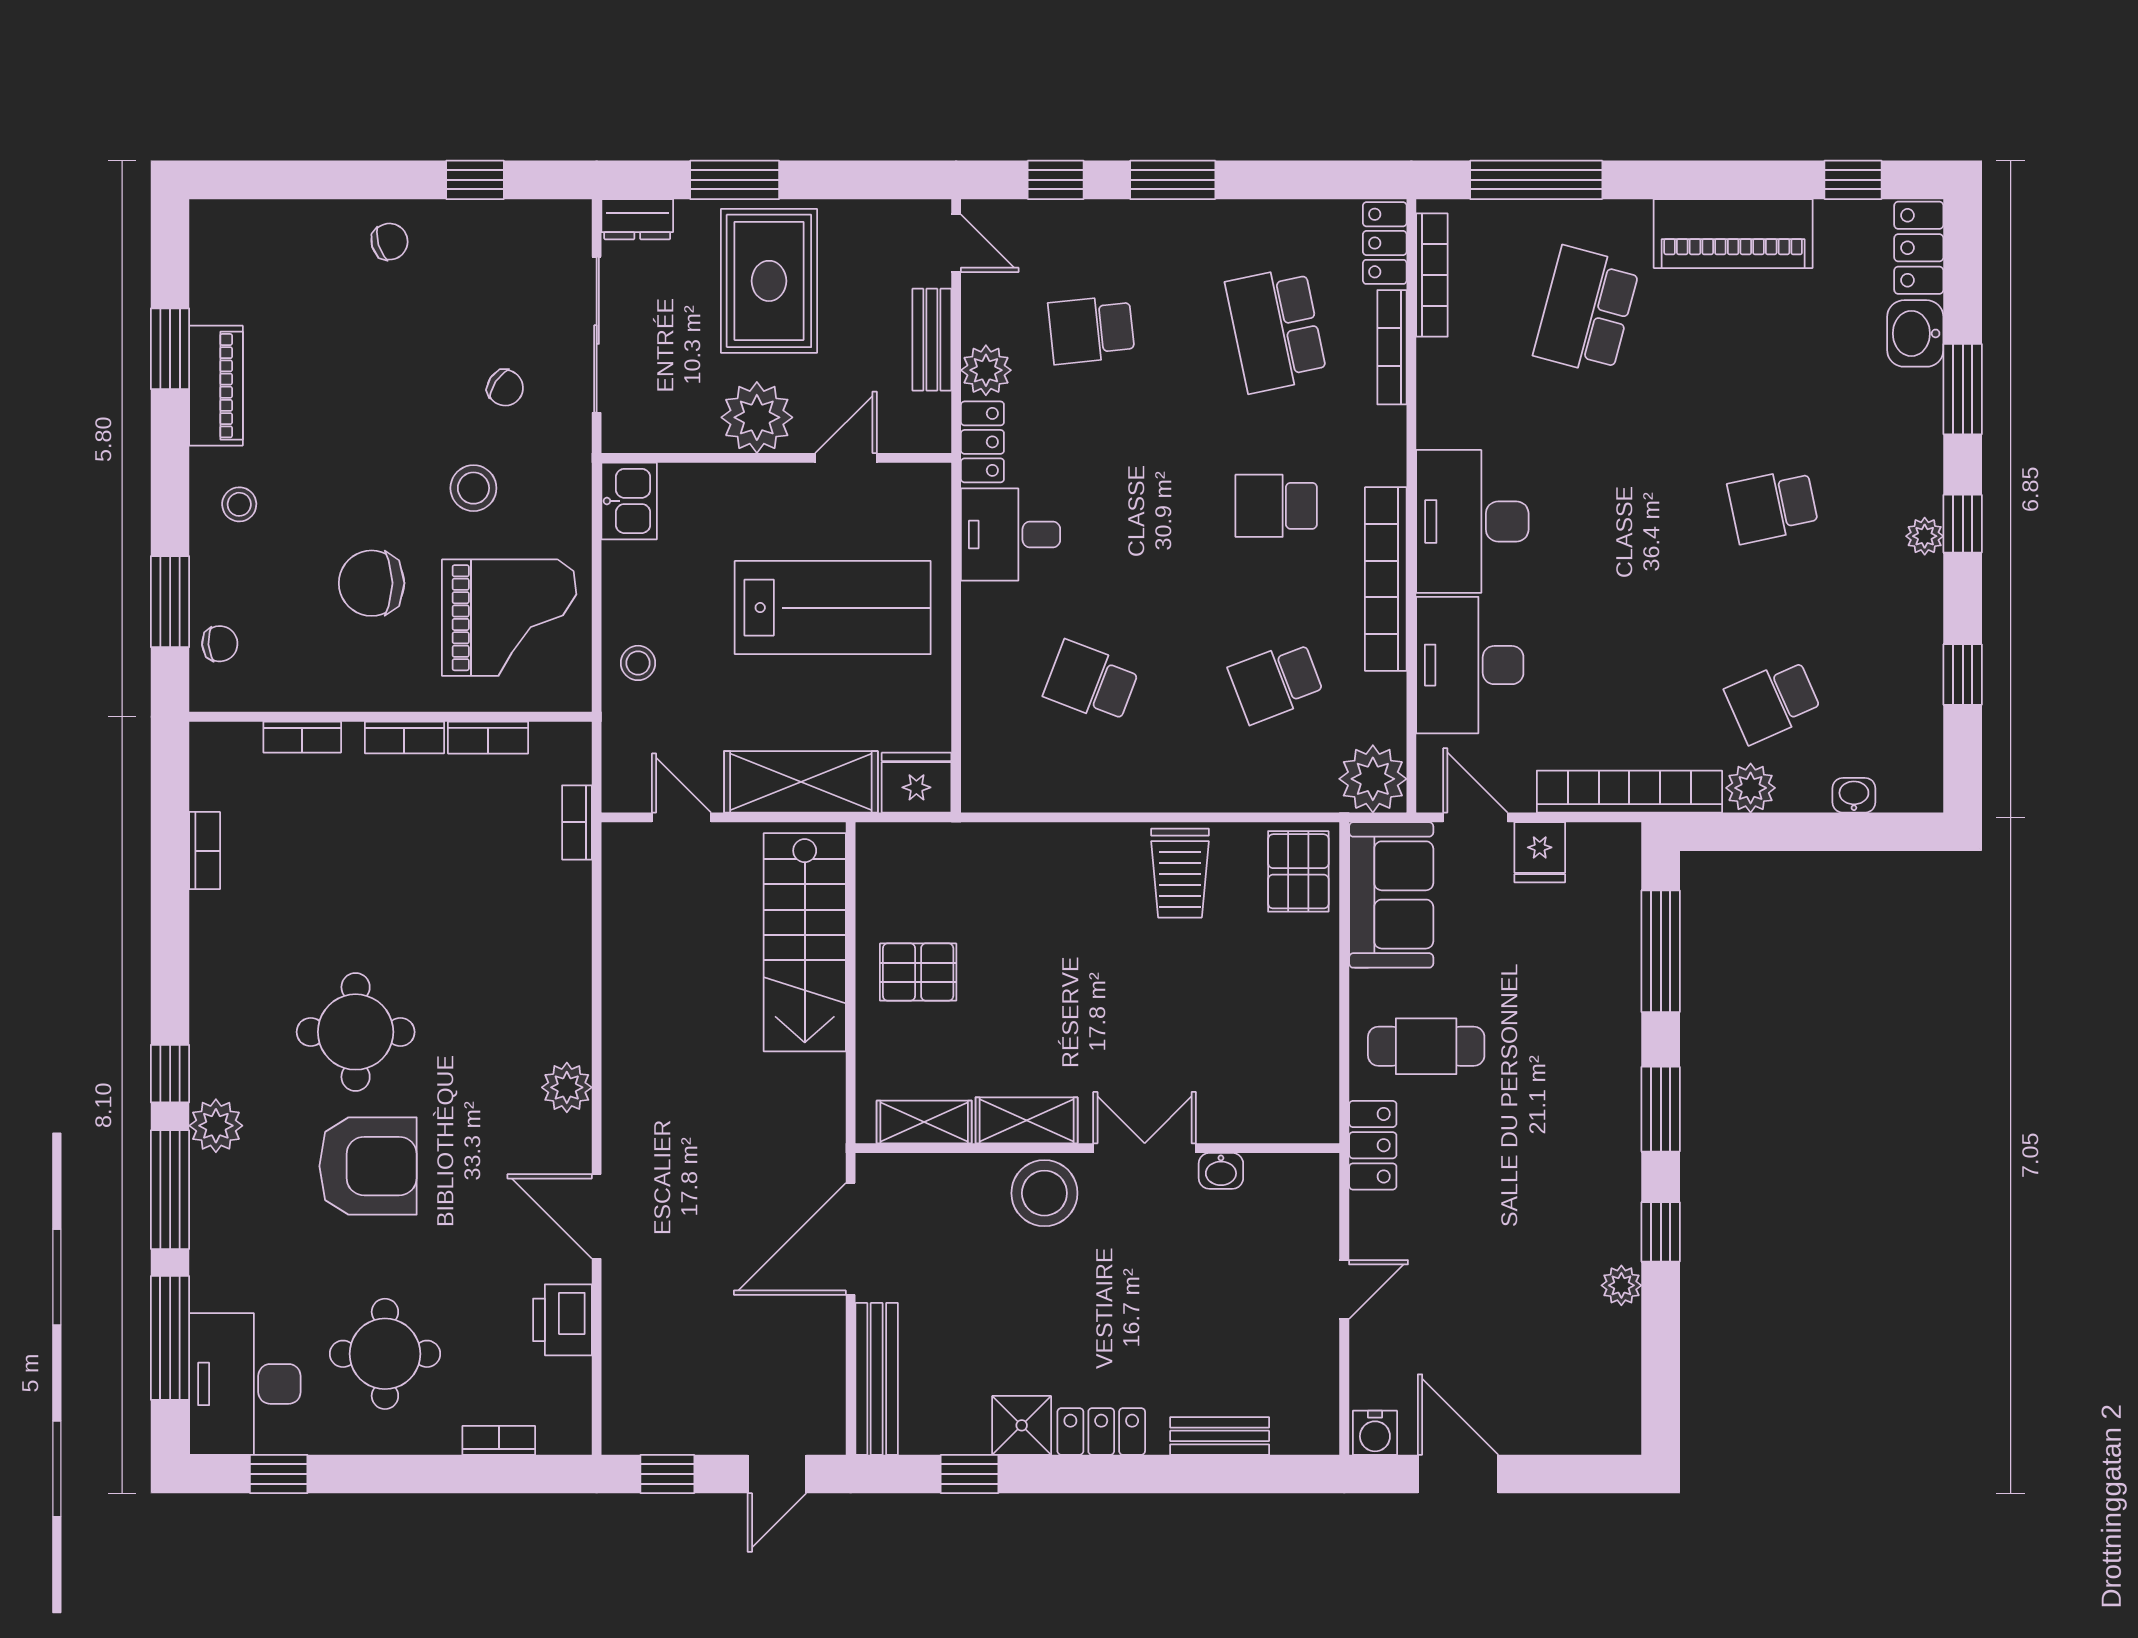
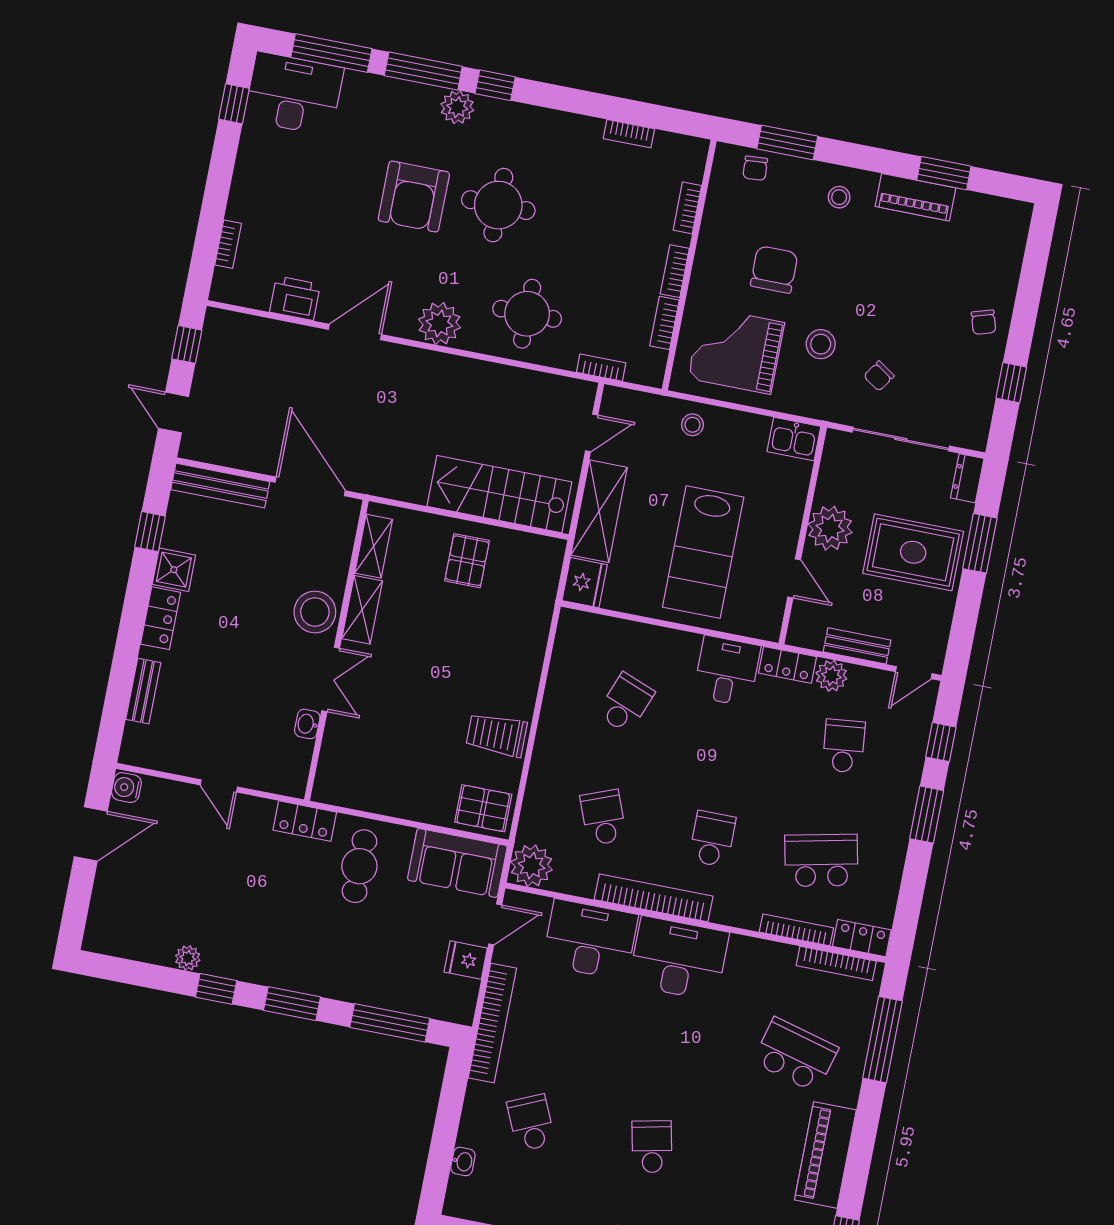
grand piano: (509, 618) -> (736, 351), turned 90
plant: (1751, 788) -> (480, 1098), removed
plant: (567, 1087) -> (439, 323), width x1.36, depth x1.36
round table: (385, 1354) -> (527, 314), moved

